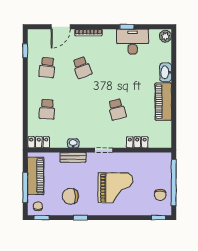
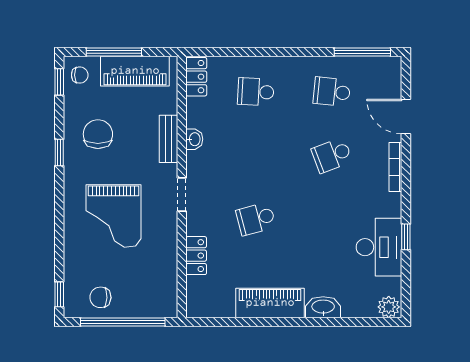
window: (25, 51) -> (362, 52), width x2.17

